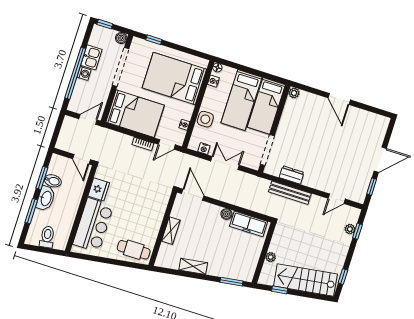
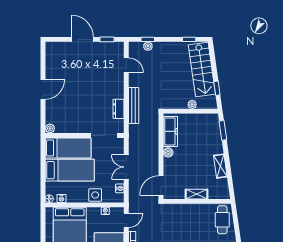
door: (167, 144) -> (126, 220), hinge flipped

